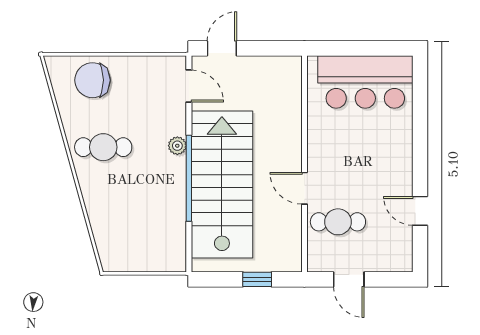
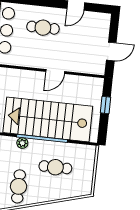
cafe table: (142, 206) -> (55, 167), added
cafe table: (338, 222) -> (43, 28), moved, turned 90

